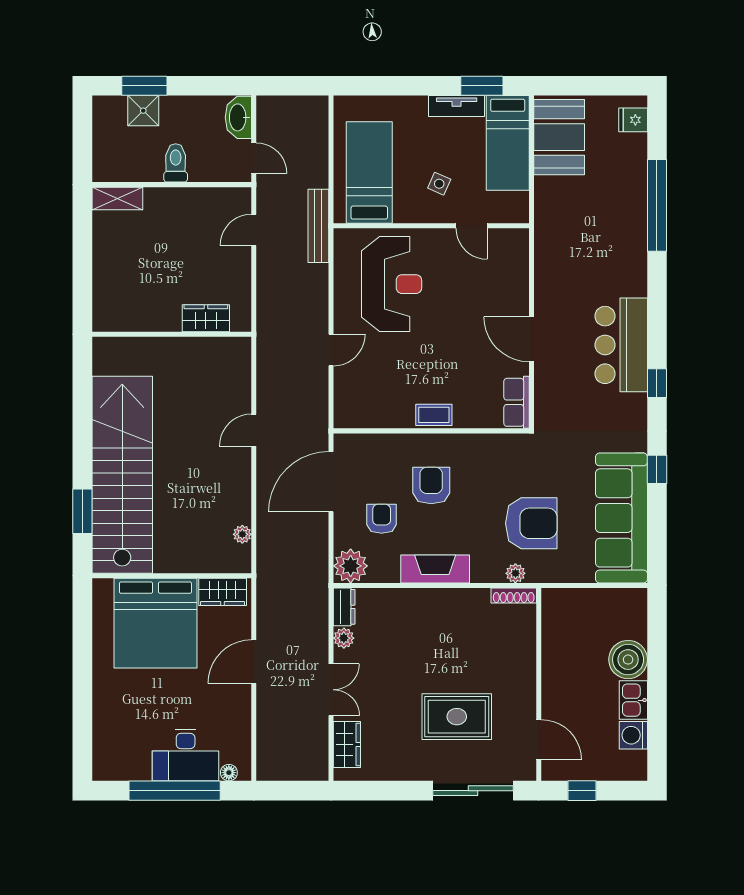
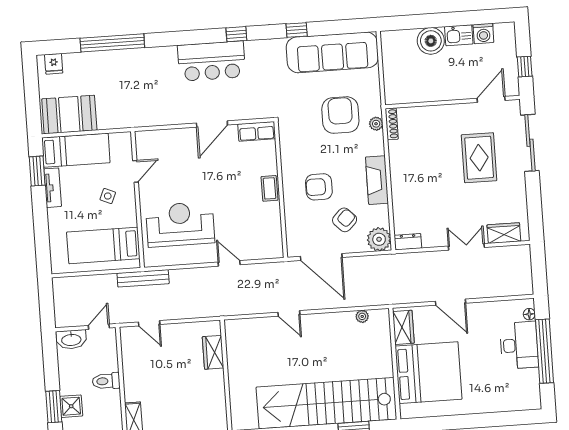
armchair: (382, 519) -> (345, 220), turned 135
plant: (344, 638) -> (430, 240), removed

